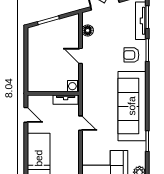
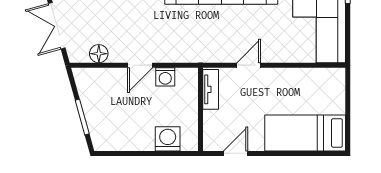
washing machine: (35, 73) -> (168, 139), added
washing machine: (73, 86) -> (165, 77), moved

